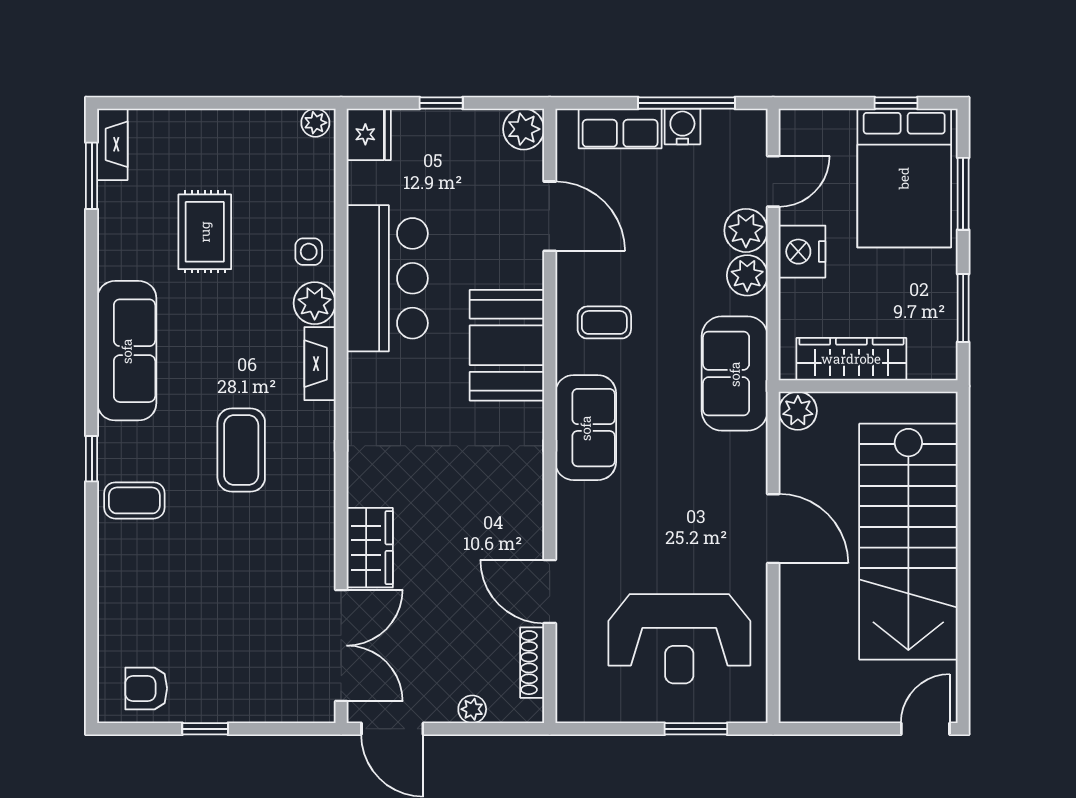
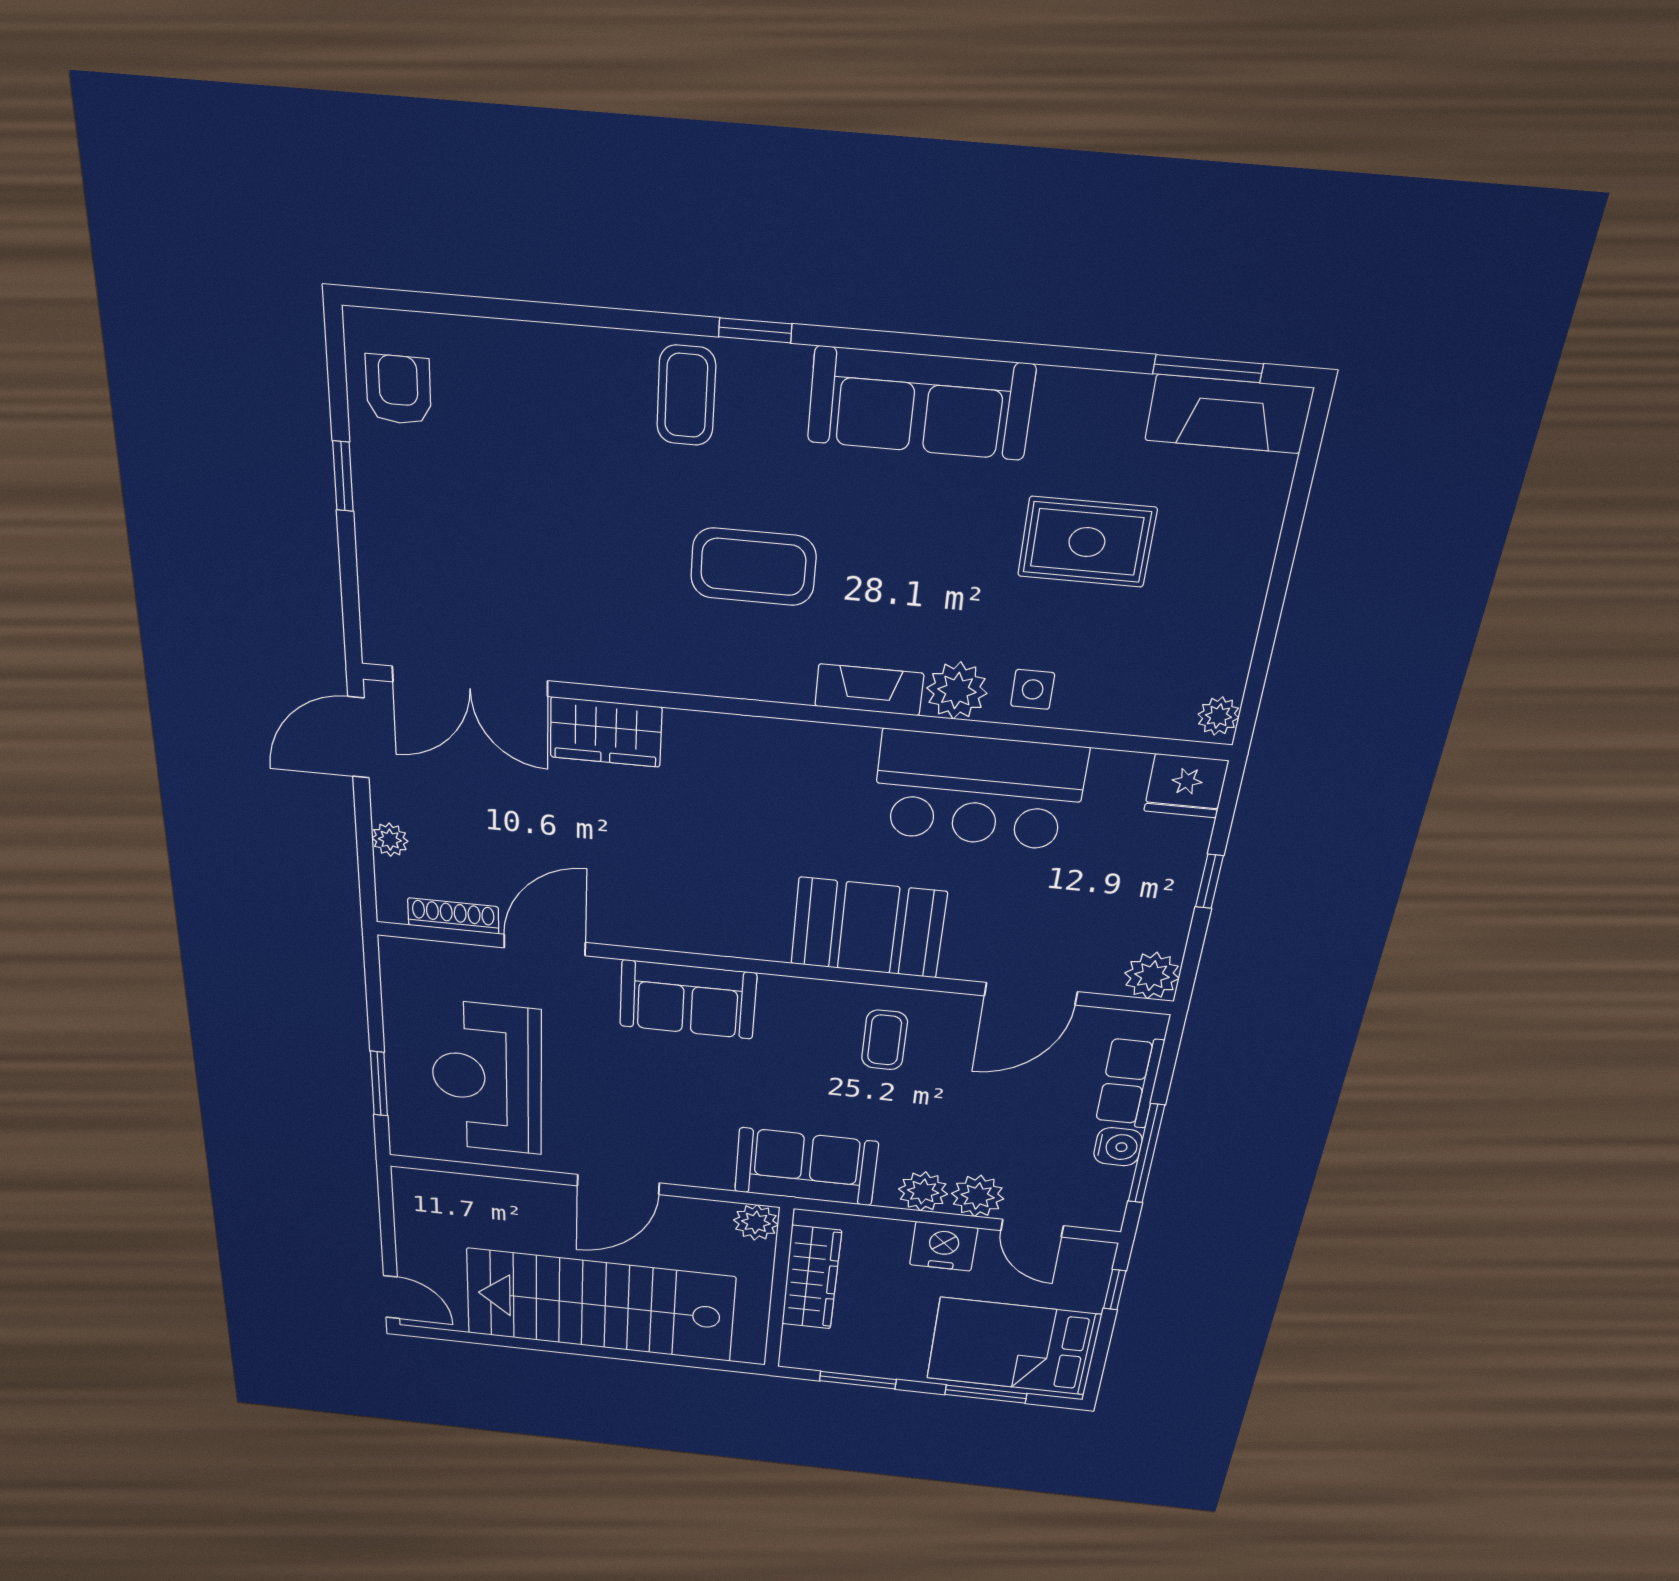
window: (896, 103) -> (1115, 1290), moved
fireplace: (112, 144) -> (1229, 414), width x1.37, depth x1.32
sofa: (586, 428) -> (688, 1000), moved

